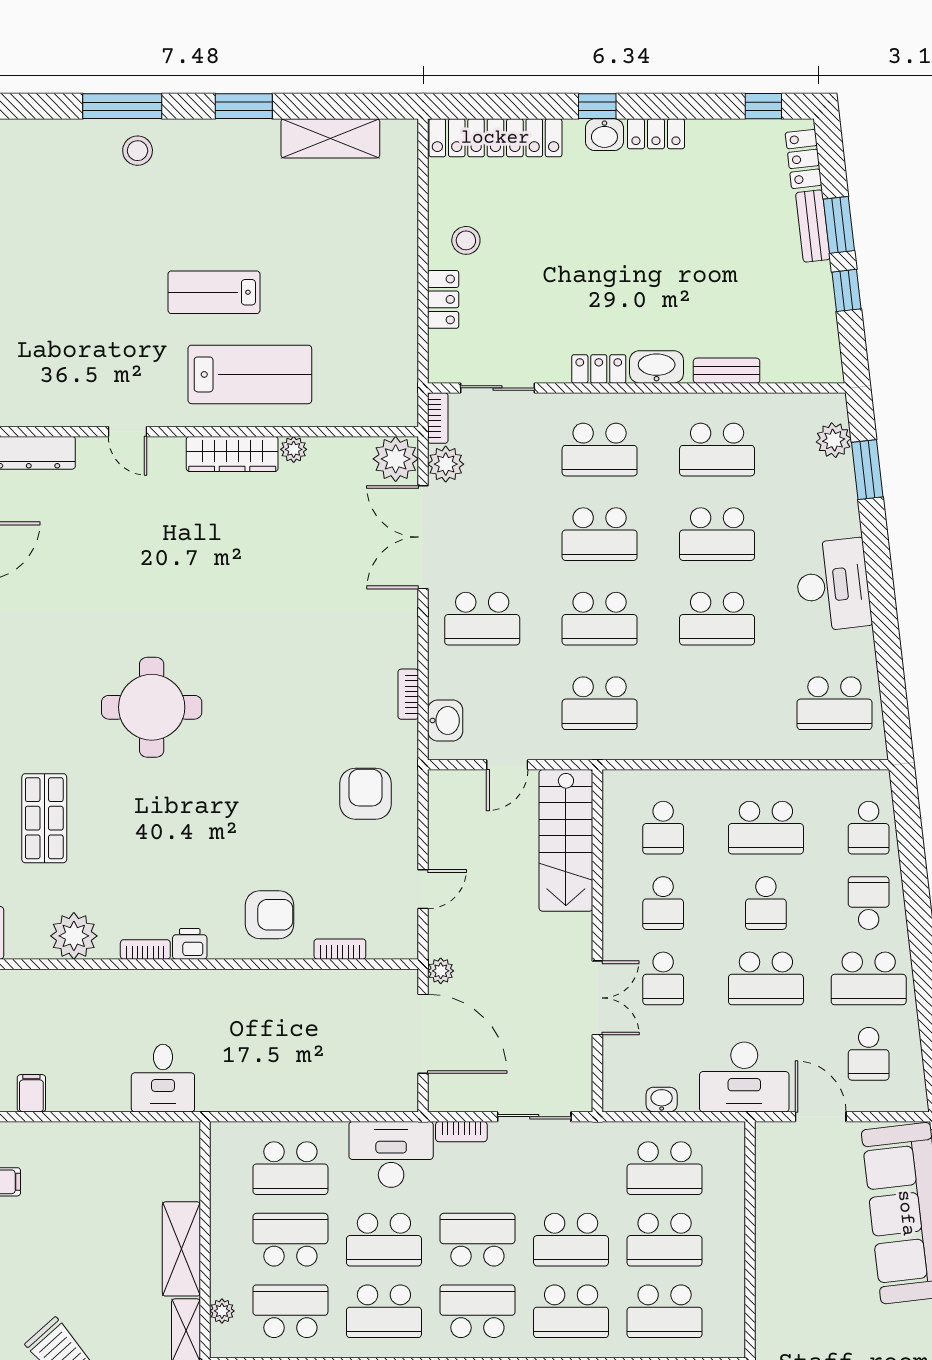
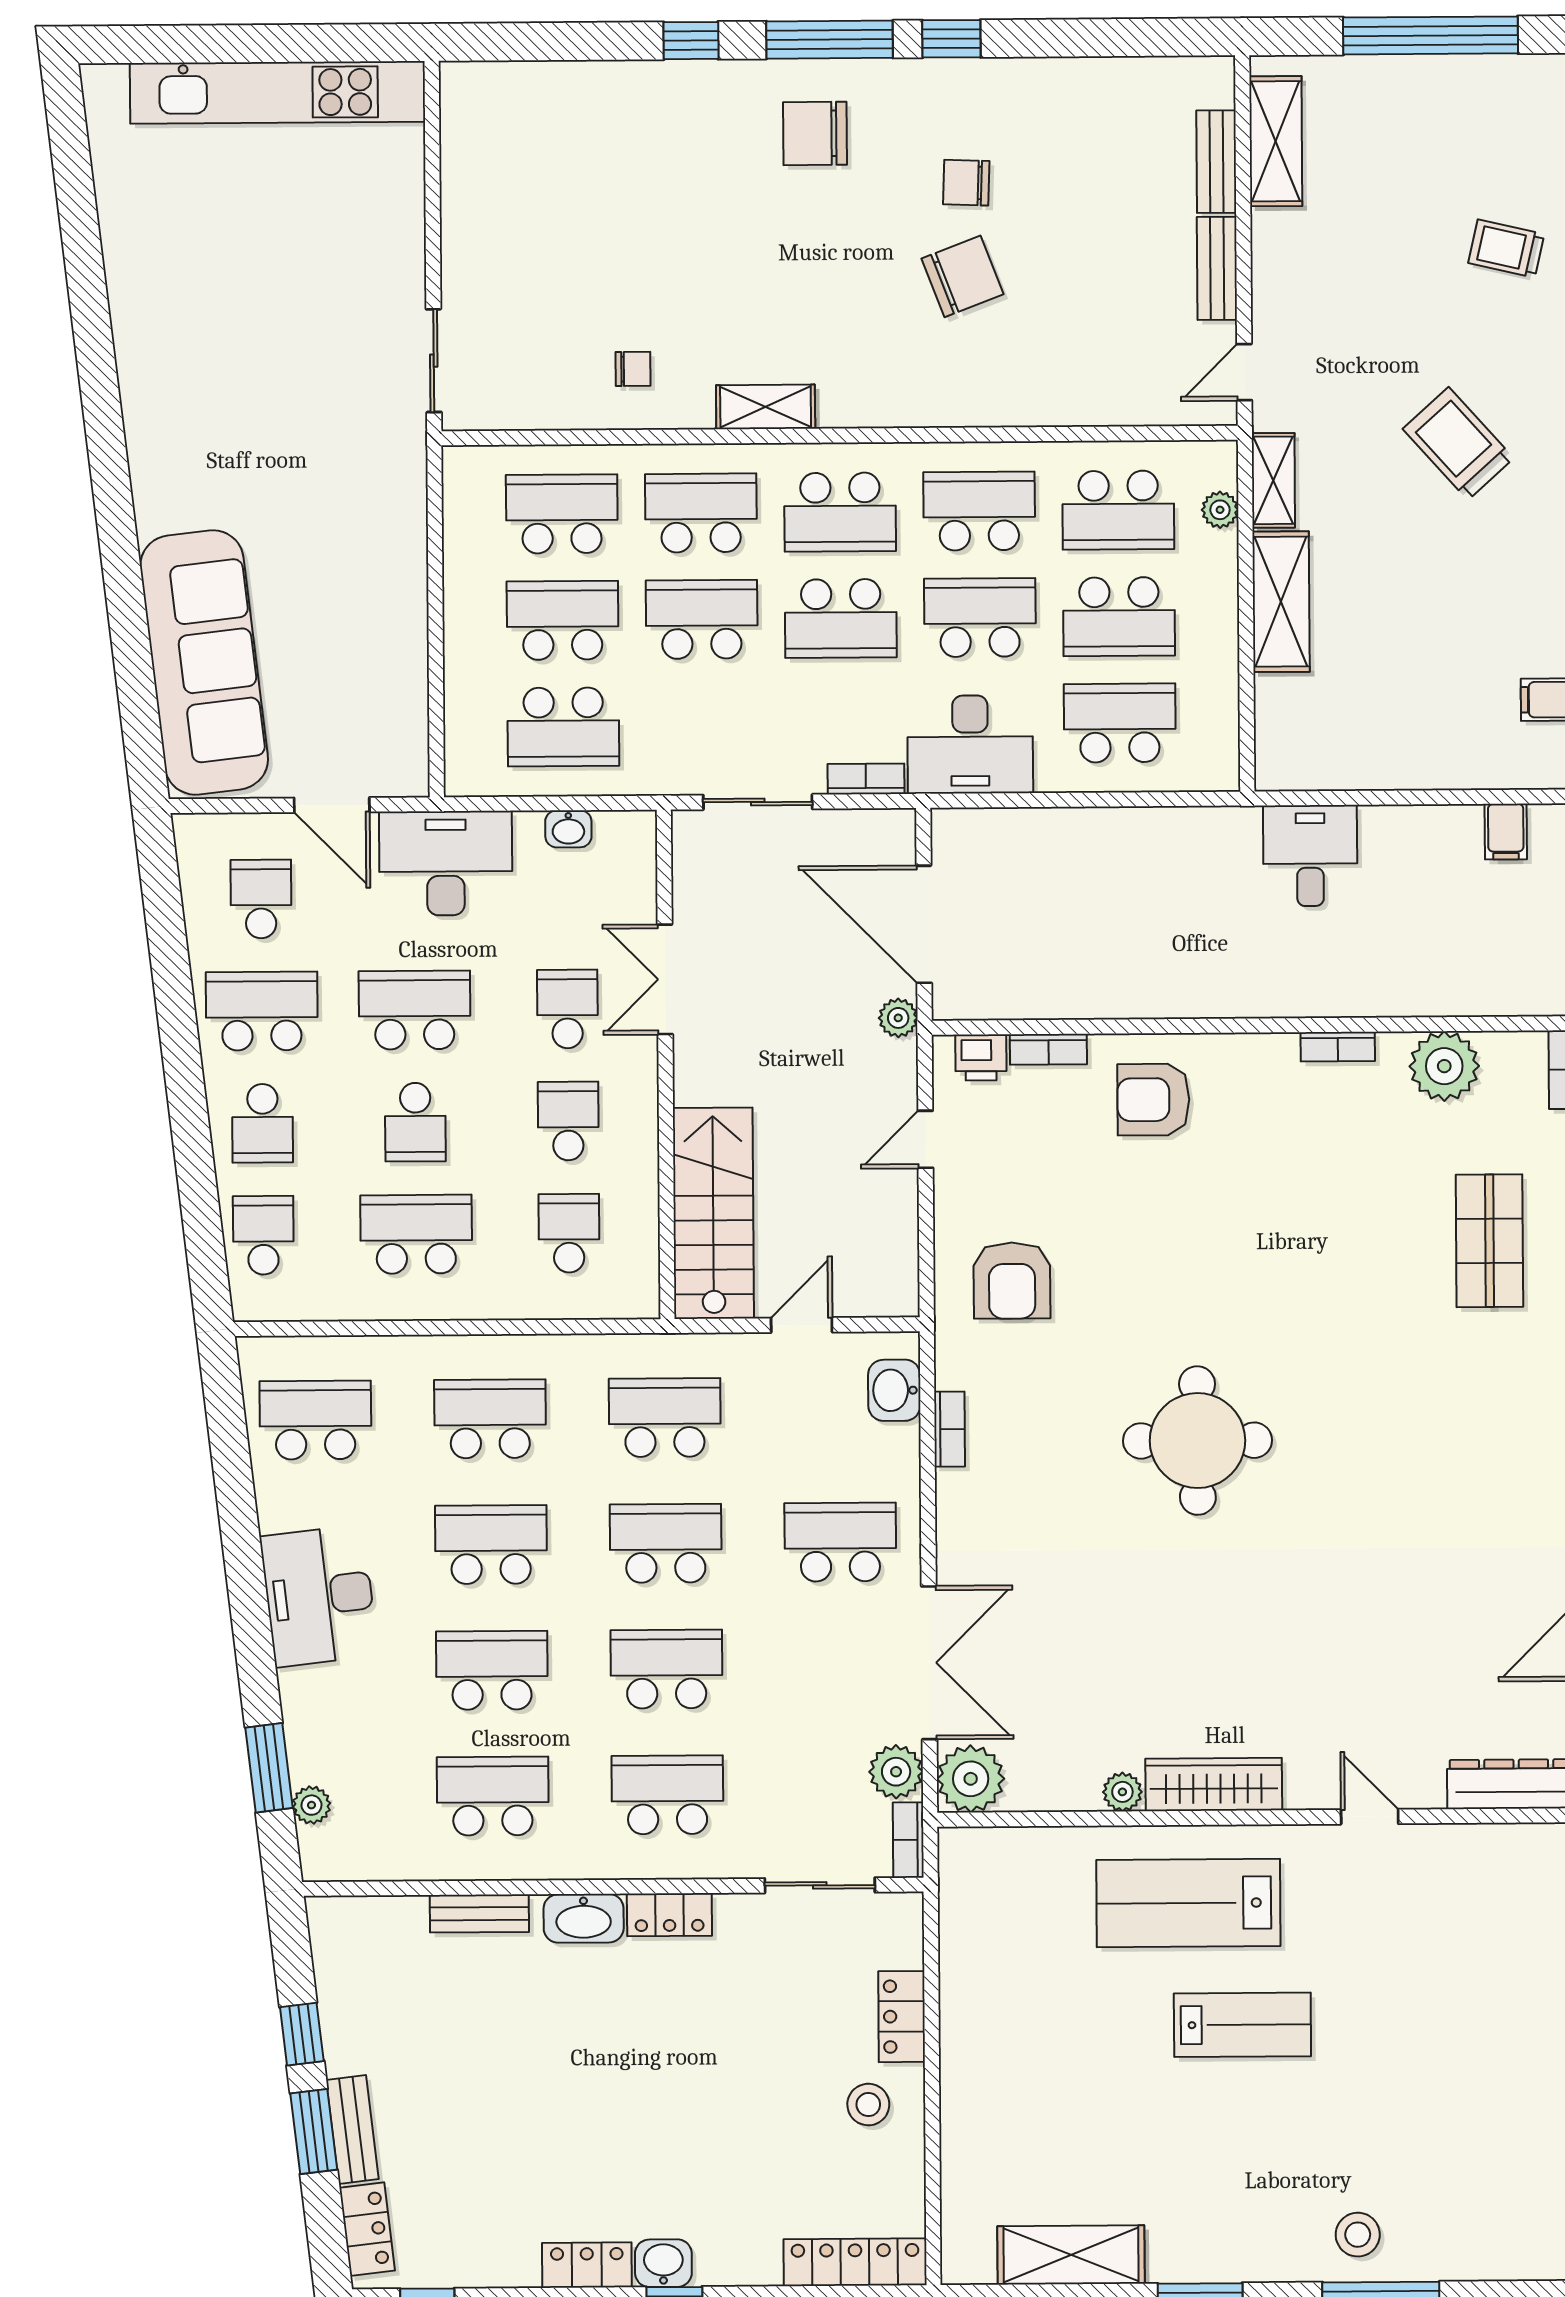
locker: (495, 138) -> (855, 2262), width x0.71, depth x0.83
plant: (834, 440) -> (312, 1805), width x0.73, depth x0.73
school desk: (717, 703) -> (490, 1419), added
round table: (152, 707) -> (1197, 1441), moved
school desk: (766, 903) -> (415, 1122), turned 180
printer: (190, 944) -> (981, 1057), moved
school desk: (665, 1168) -> (563, 727), turned 180

